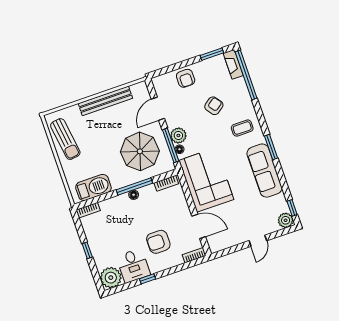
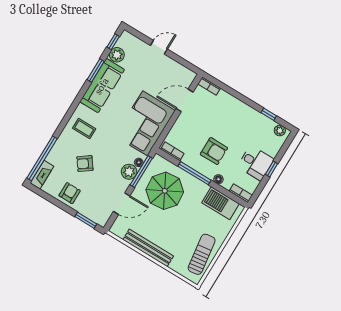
window: (212, 54) -> (86, 220), moved
armchair: (186, 78) -> (70, 193), moved
window: (271, 147) -> (96, 71), moved
floor lamp: (134, 195) -> (218, 179), moved
plant: (286, 220) -> (117, 55), moved
door: (199, 226) -> (185, 100), hinge flipped
armchair: (158, 242) -> (214, 151), moved
desk: (133, 266) -> (256, 163), moved, turned 90
plant: (111, 278) -> (280, 131), width x0.53, depth x0.53
window: (147, 279) -> (269, 114), moved

